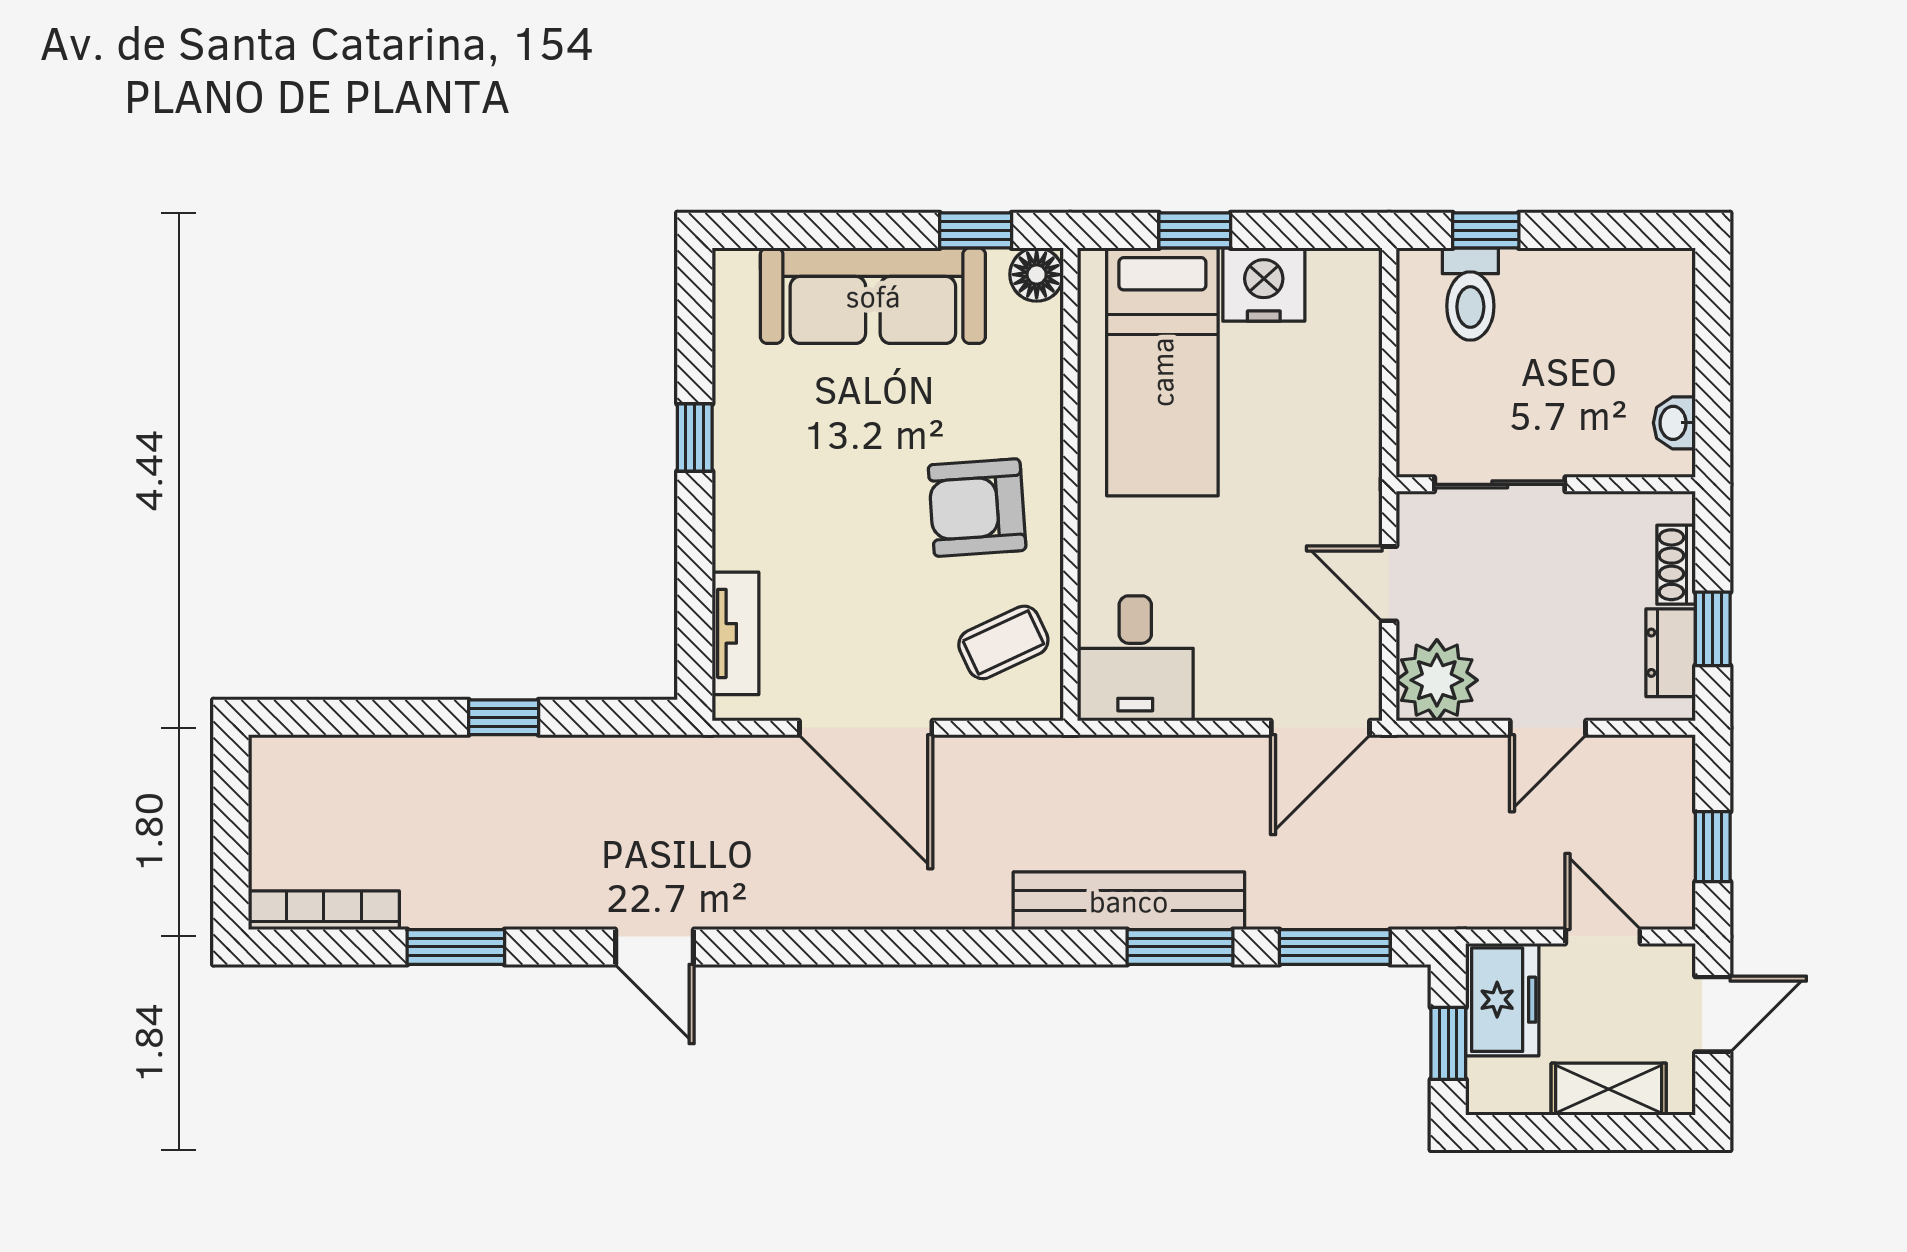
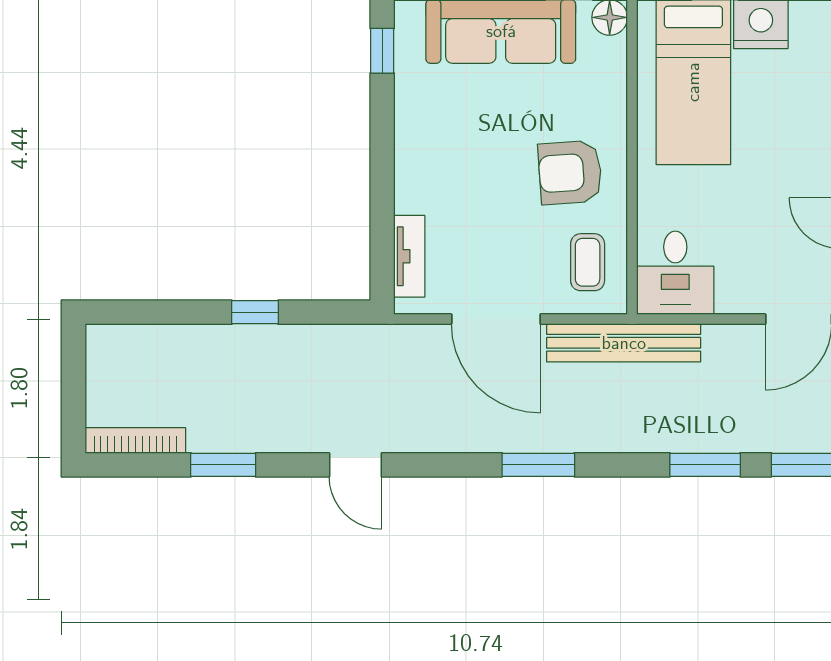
window: (695, 437) -> (382, 51), moved
coffee table: (1003, 642) -> (588, 262), turned -65
bench: (1129, 901) -> (624, 343), moved
window: (929, 947) -> (538, 465), added

